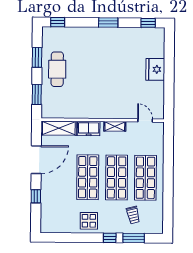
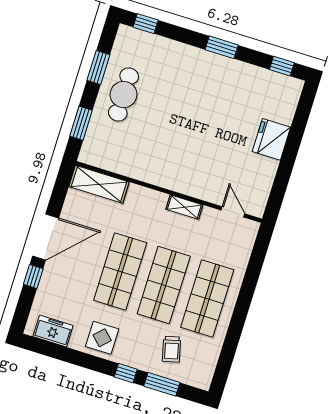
freezer: (89, 129) -> (53, 331), moved, turned 180
door: (36, 160) -> (46, 237), moved

